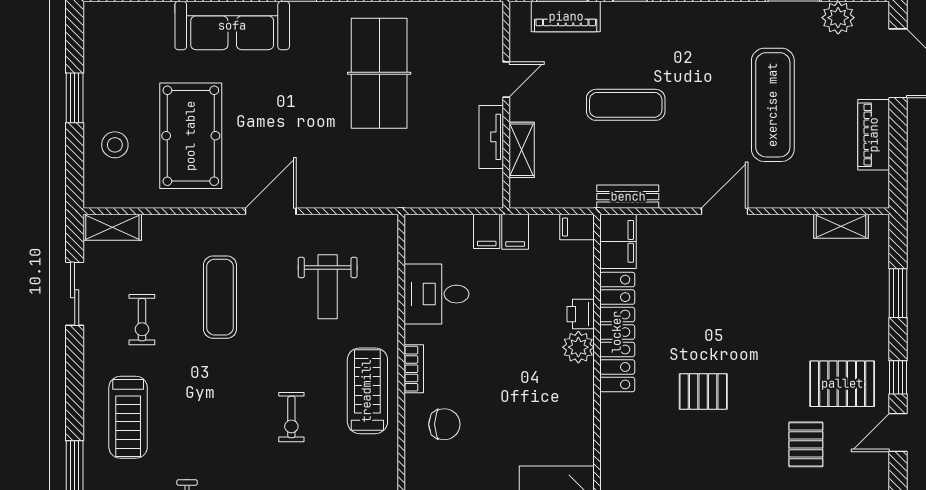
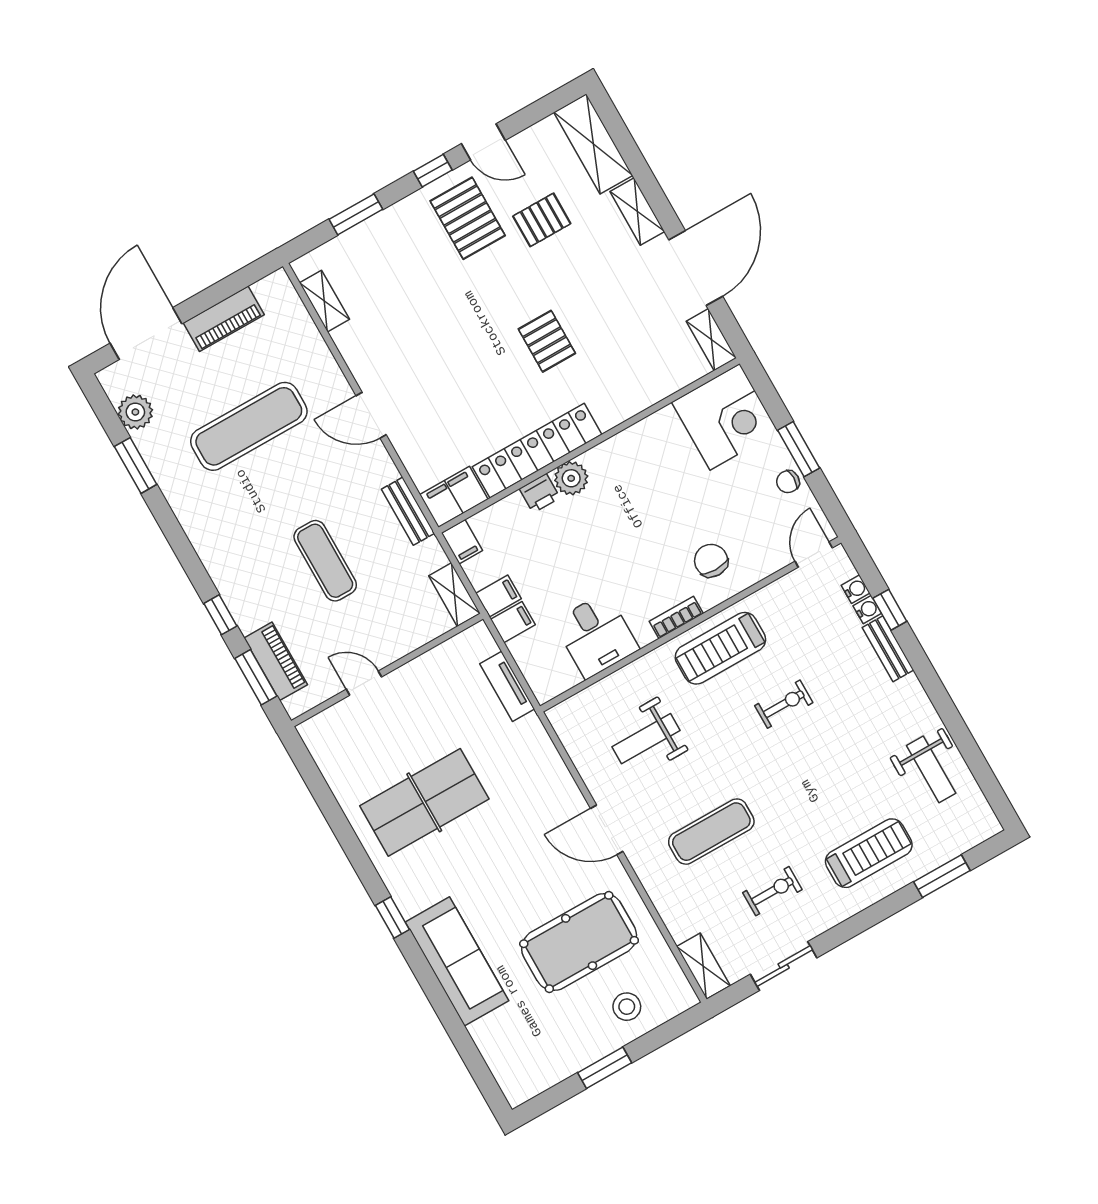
tv unit: (491, 137) -> (507, 686), moved, turned 90
shelving: (522, 150) -> (454, 595), moved, turned 90
weight bench: (328, 287) -> (646, 739), turned 180

